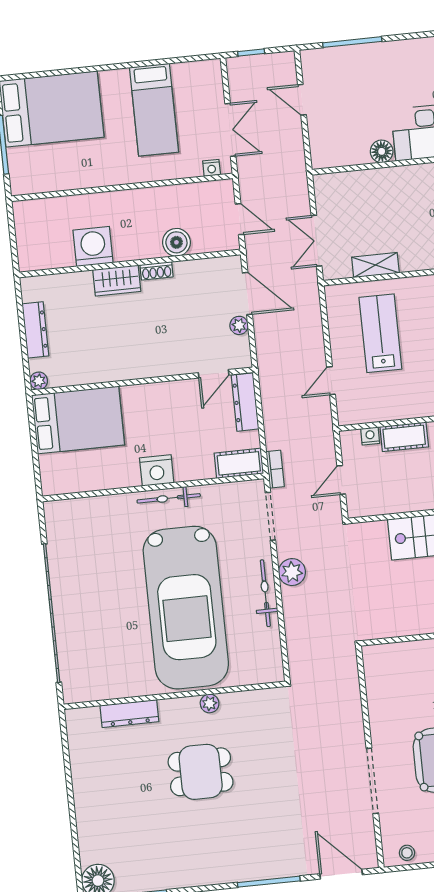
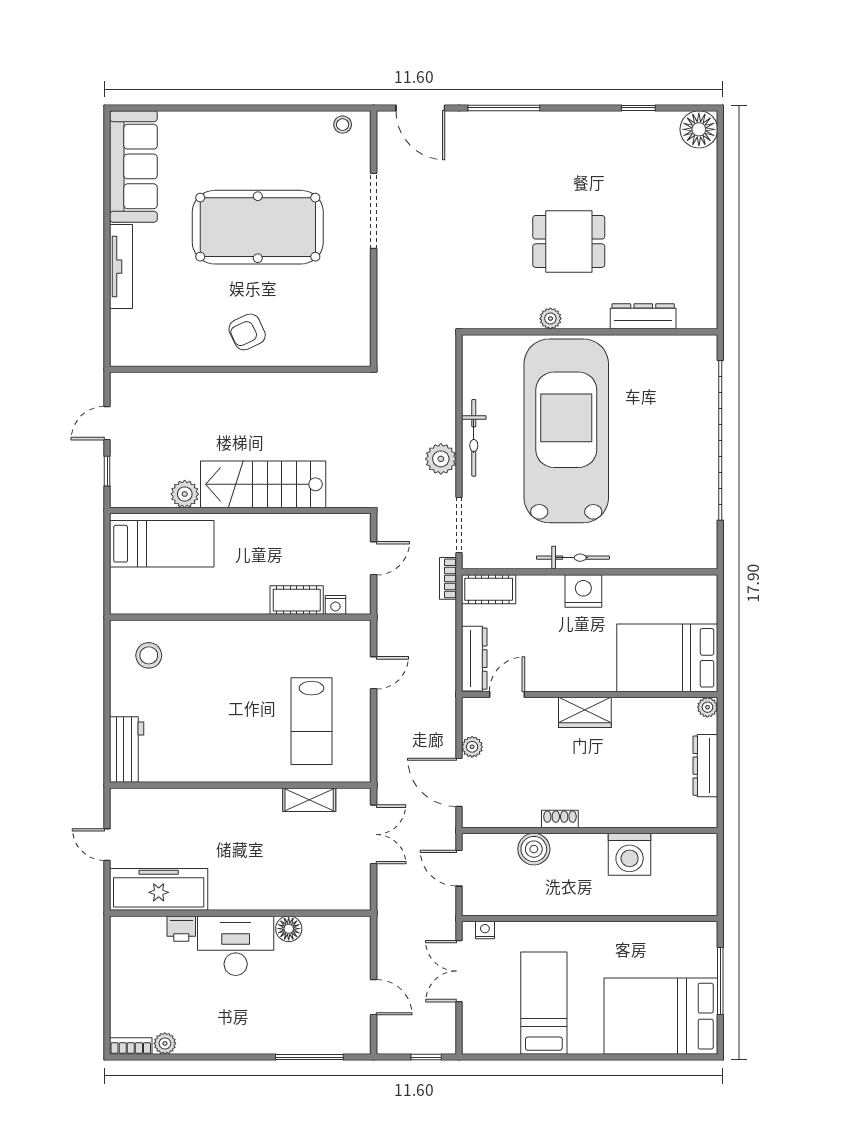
wardrobe: (117, 280) -> (585, 712), moved, turned 180

